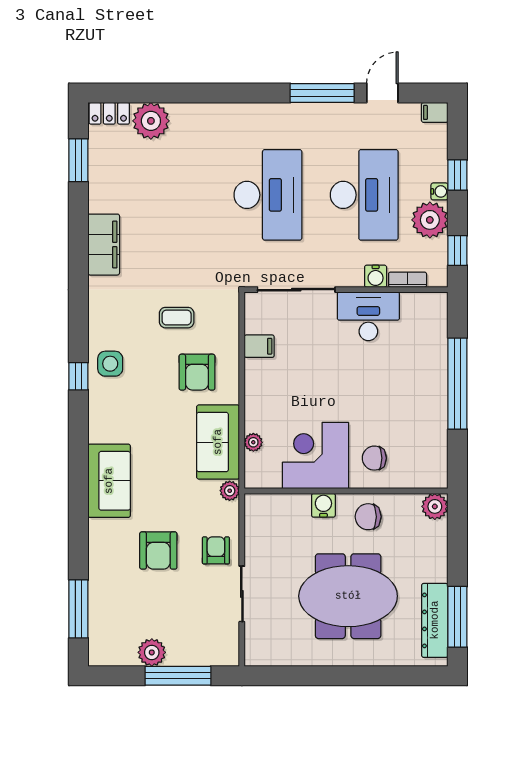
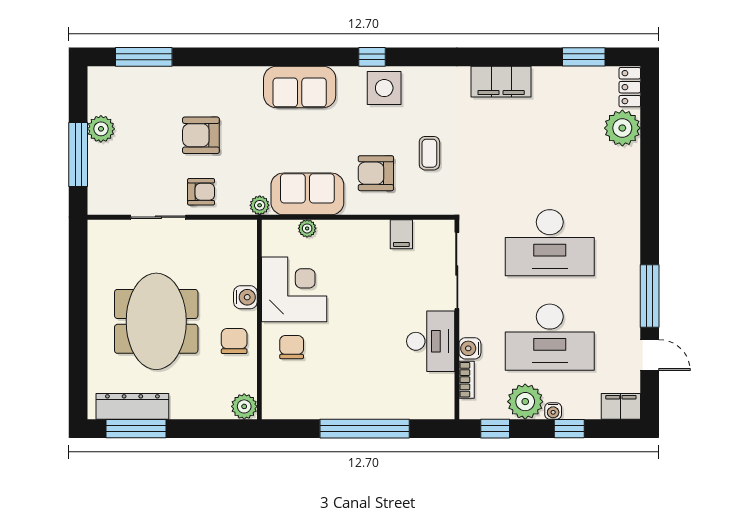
filing cabinet: (435, 112) -> (621, 406), width x2.00
side table: (110, 364) -> (384, 88), width x1.37, depth x1.37
sofa: (109, 481) -> (300, 87), moved

